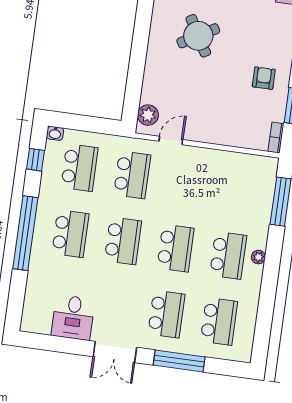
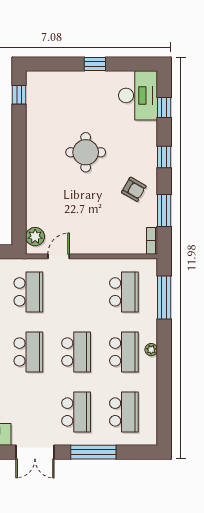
round table: (198, 36) -> (86, 152), moved, turned 30
armchair: (264, 78) -> (134, 189), turned 120
school desk: (237, 189) -> (124, 292), added

